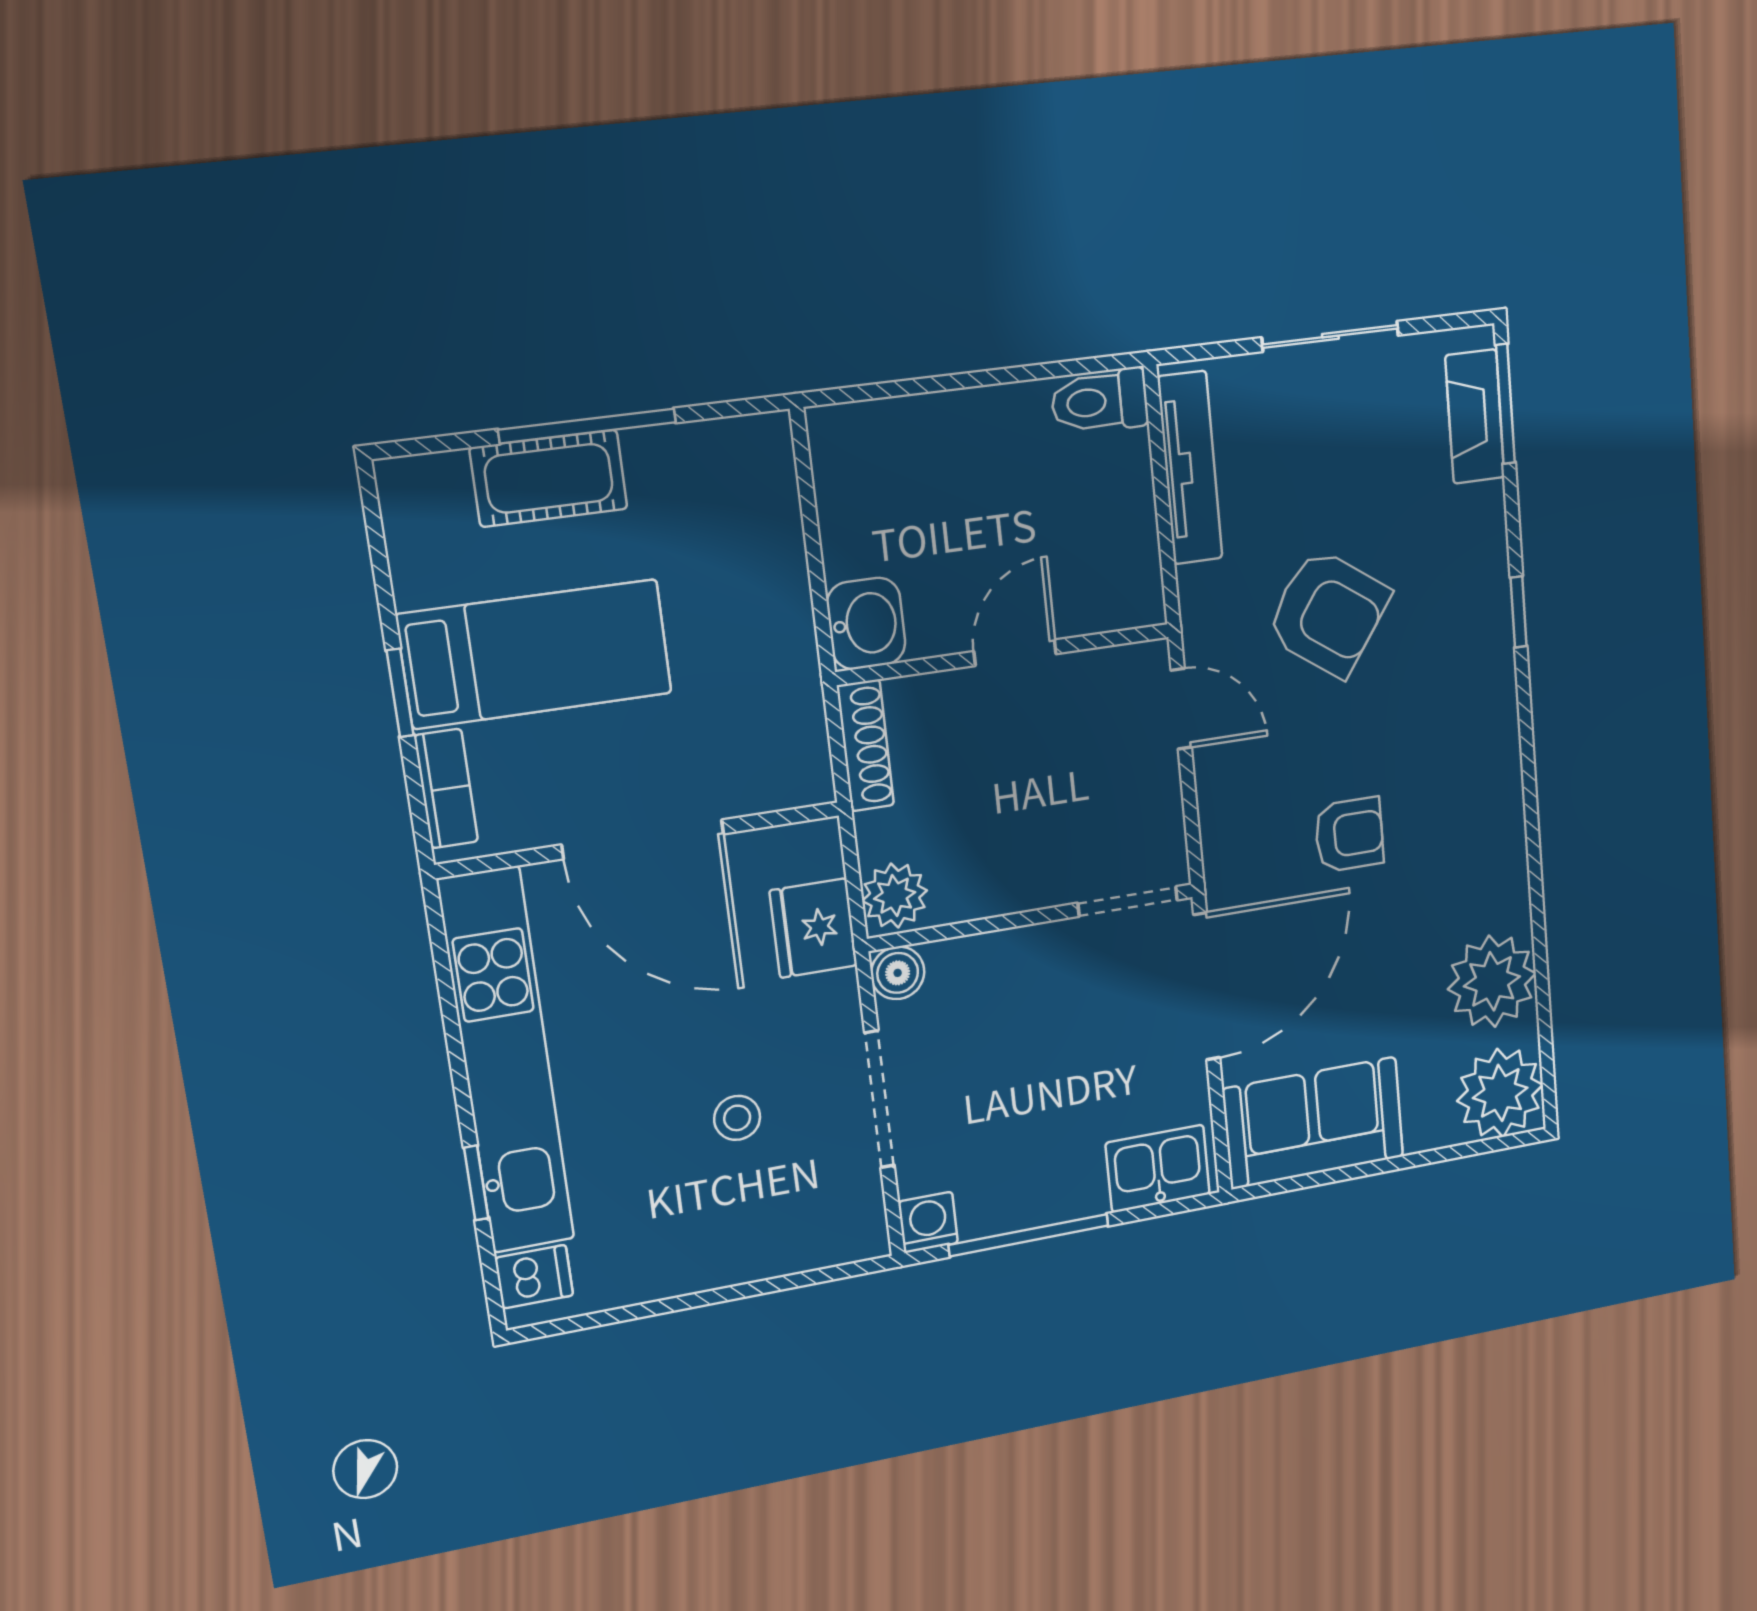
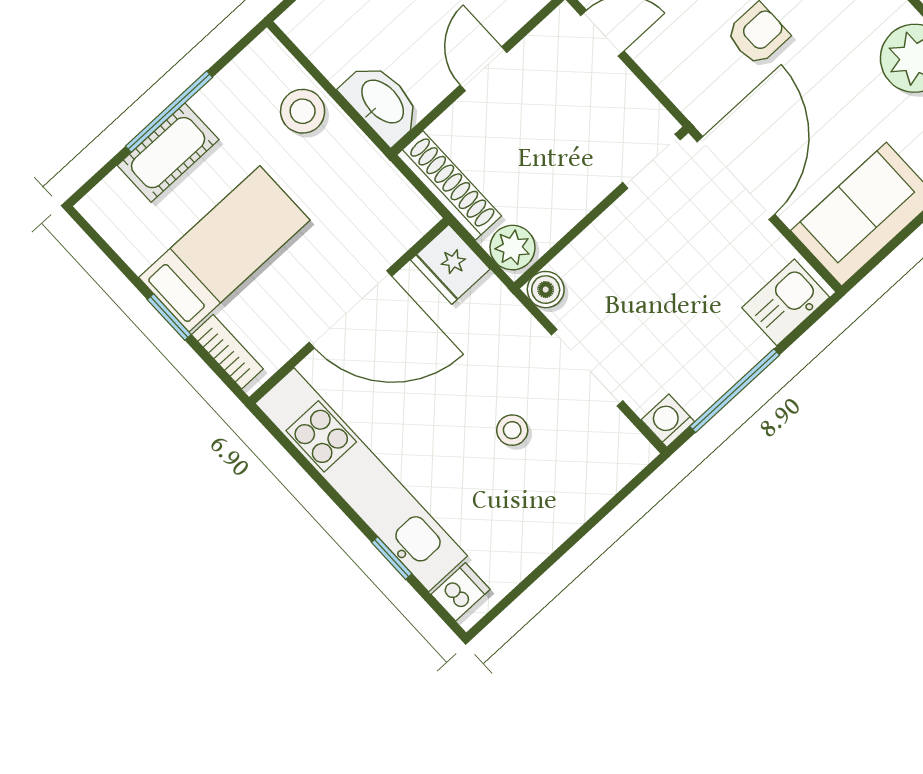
stool: (759, 548) -> (303, 111), added
washbasin: (866, 624) -> (382, 103), width x1.38
shoe rack: (865, 745) -> (449, 185), width x1.36, depth x1.24
fridge: (813, 928) -> (450, 264), moved

